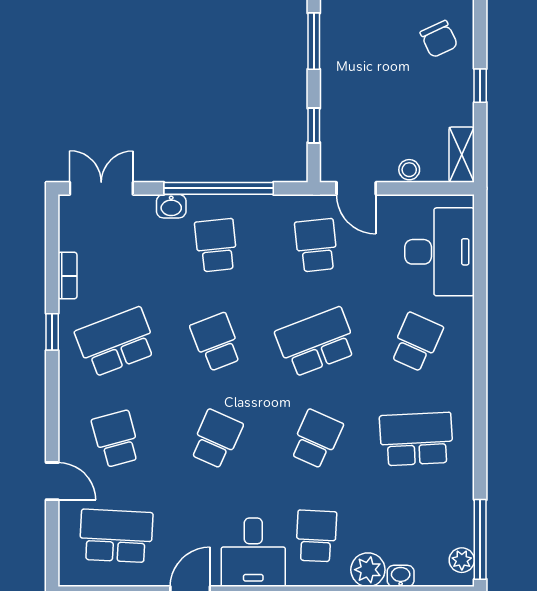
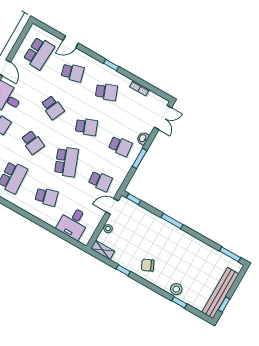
window: (314, 125) -> (134, 199), moved
window: (219, 188) -> (140, 158), width x0.47
desk: (440, 252) -> (73, 223), width x0.73
window: (52, 332) -> (111, 65), moved
school desk: (116, 342) -> (106, 92), width x0.54
school desk: (416, 342) -> (46, 197), turned -39

